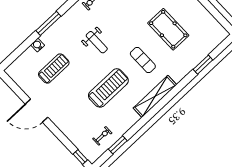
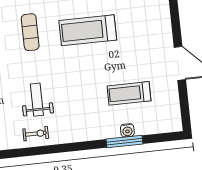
window: (48, 23) -> (124, 141), moved
weight bench: (97, 42) -> (37, 100), moved

